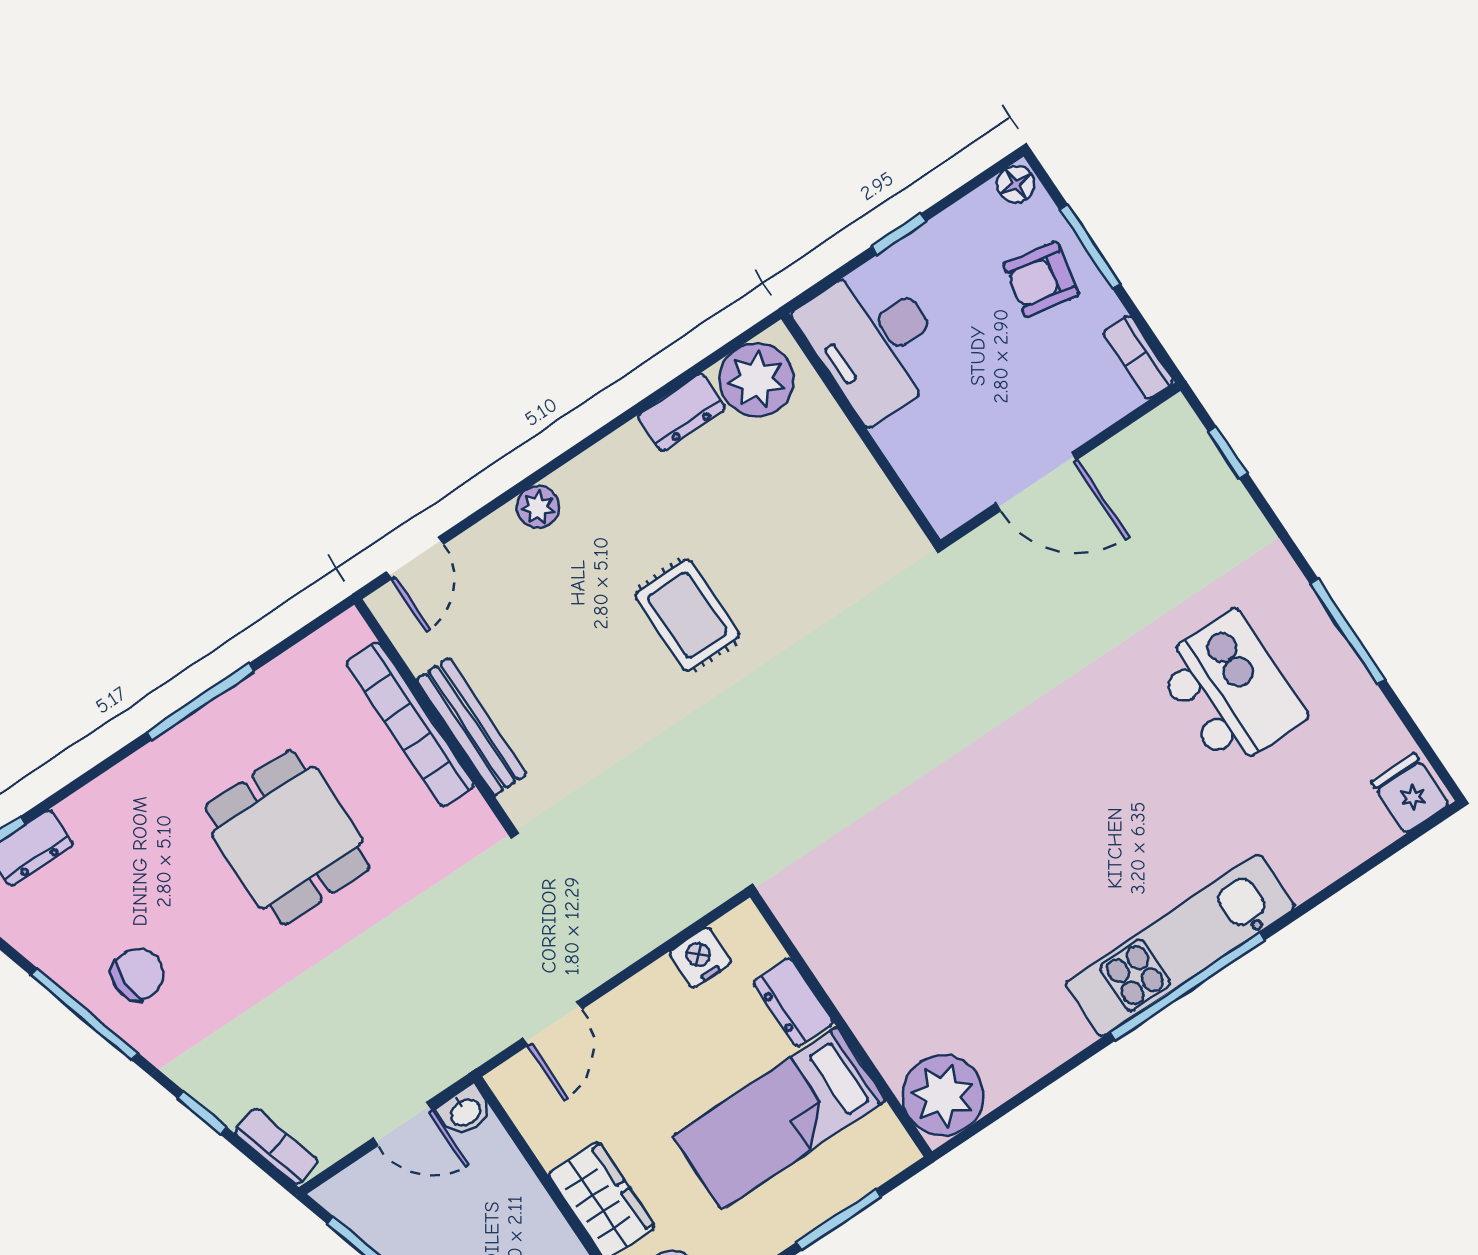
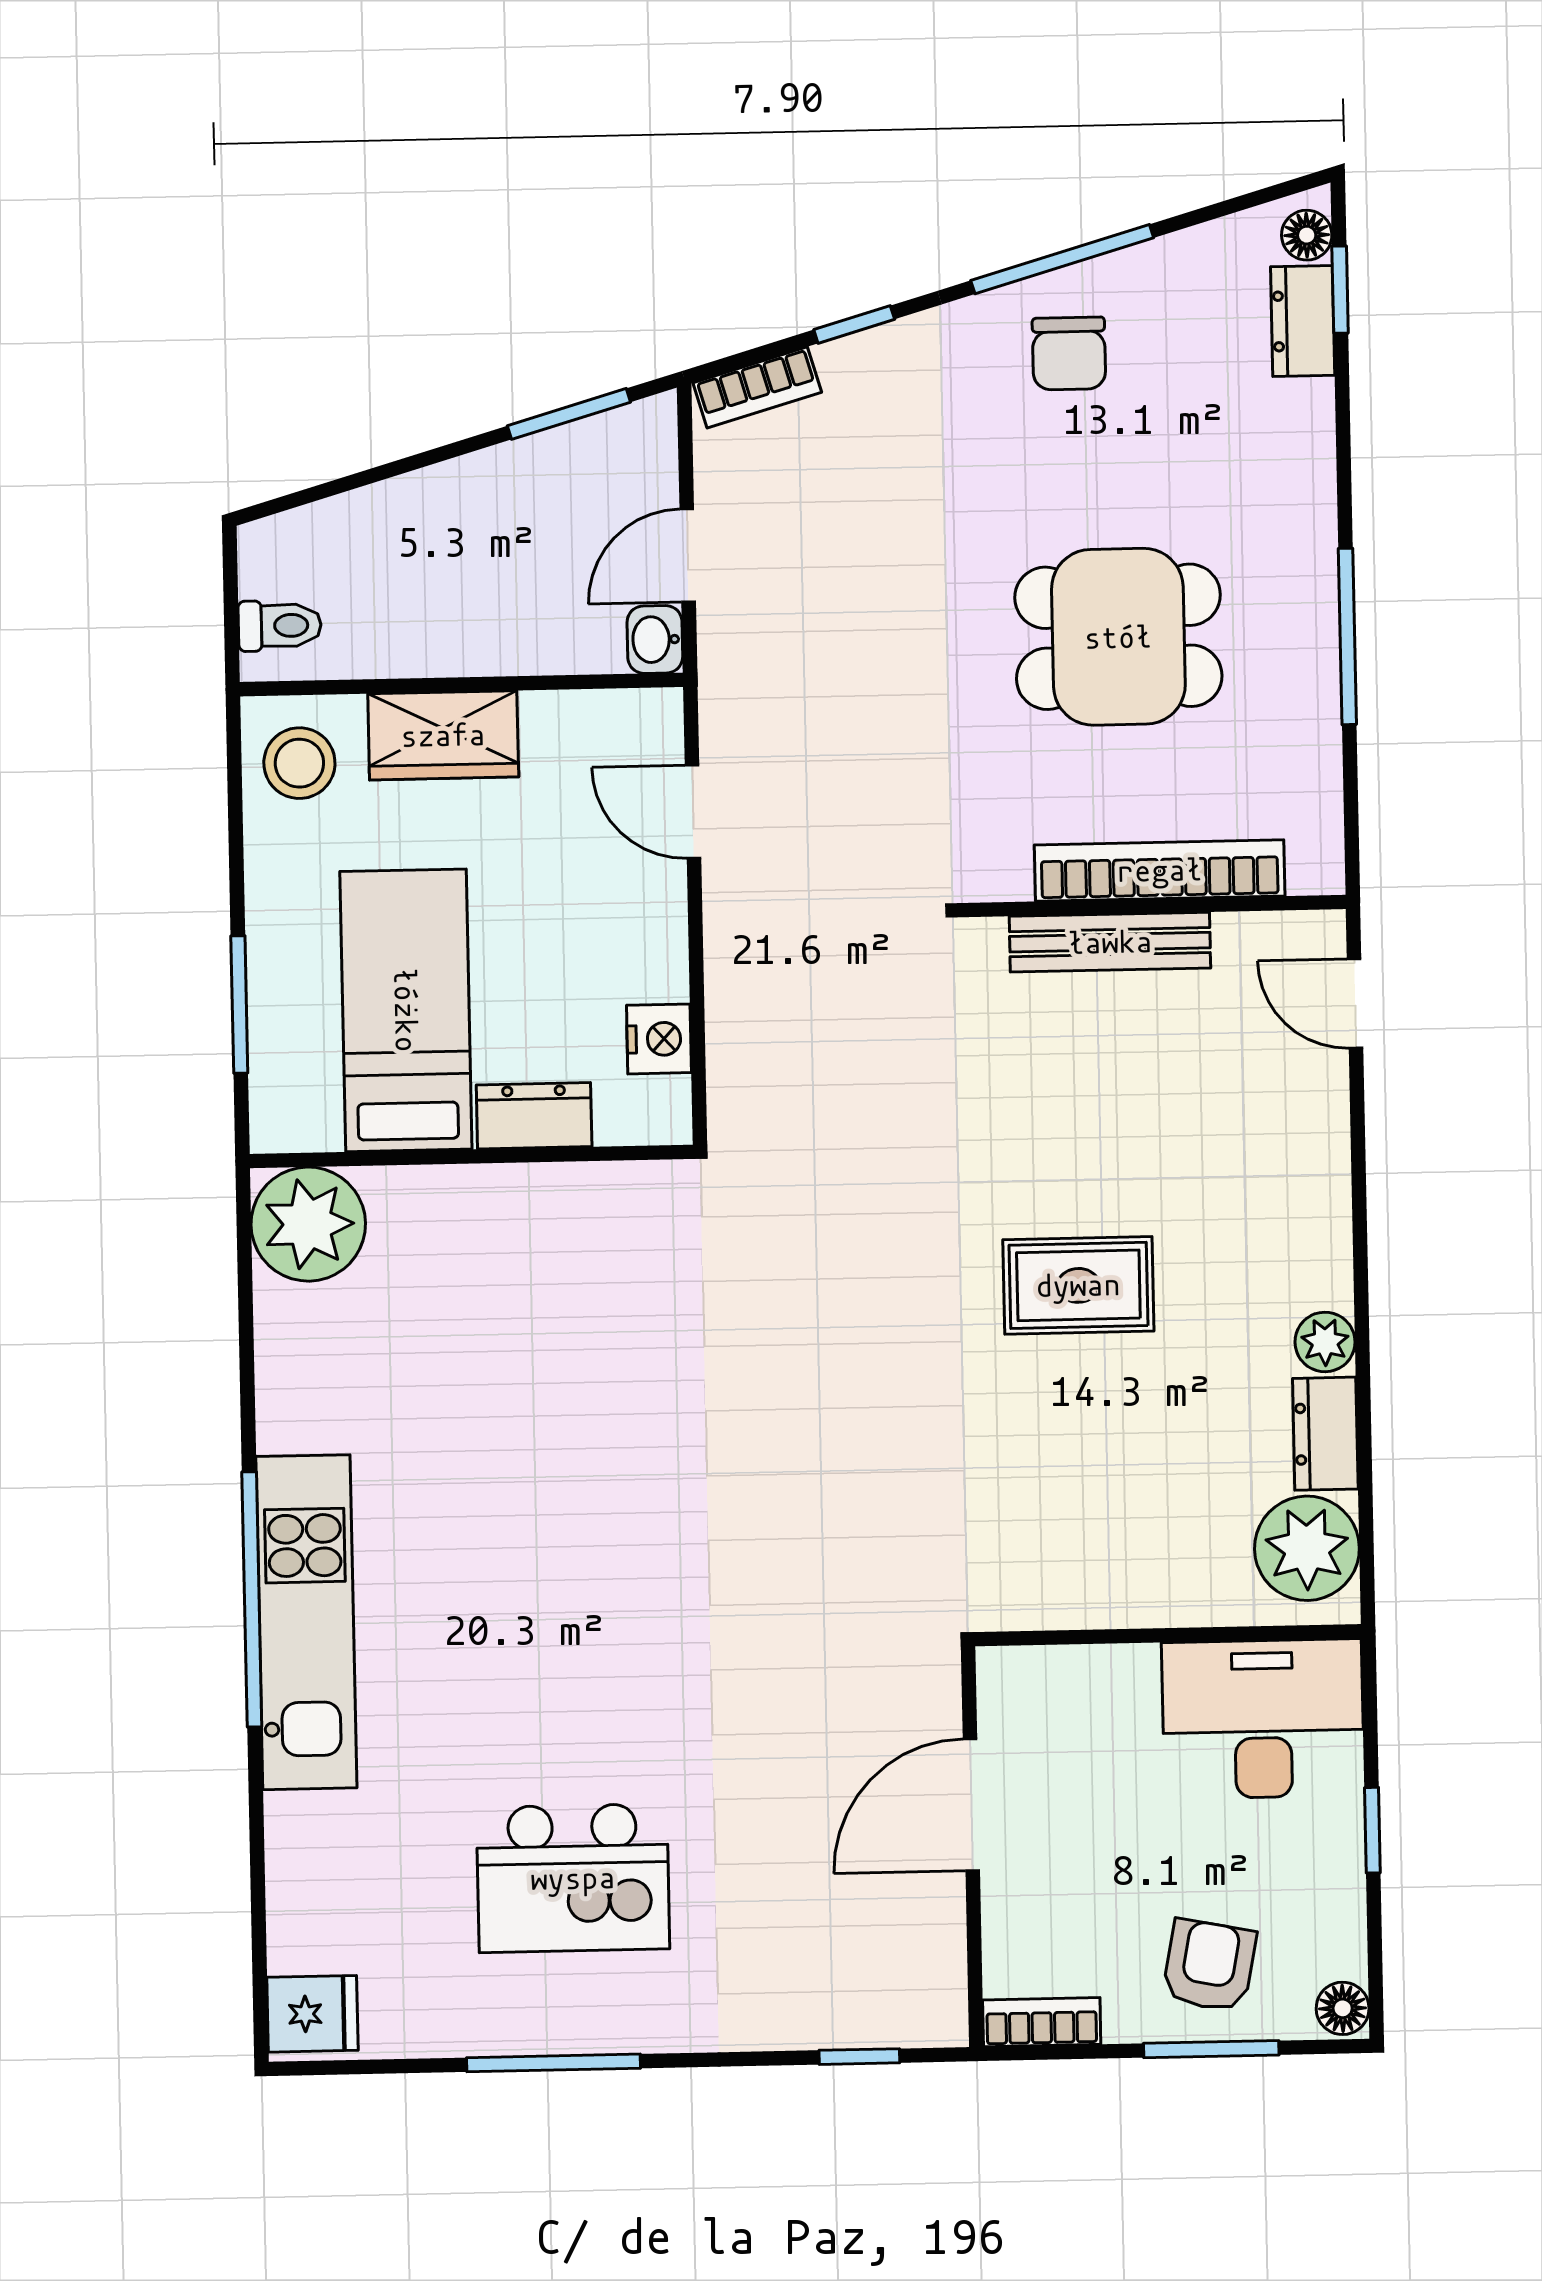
plant: (538, 507) -> (1325, 1342), moved

